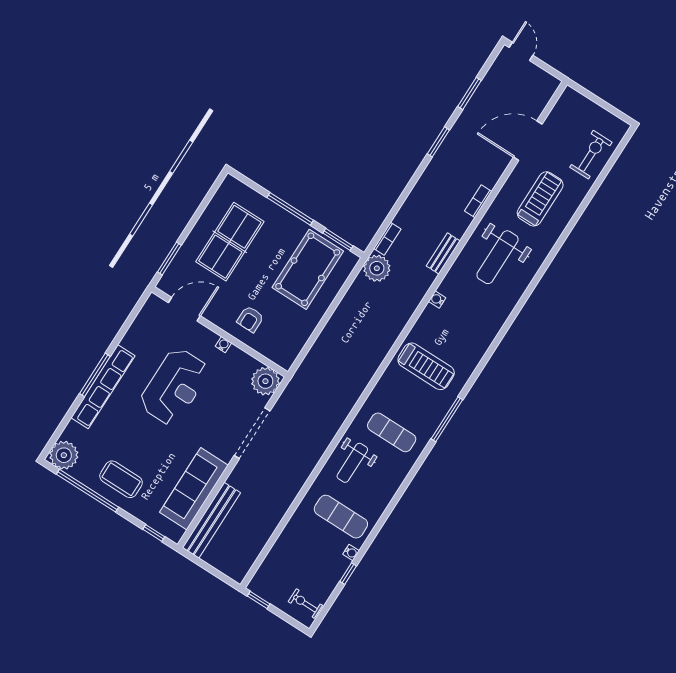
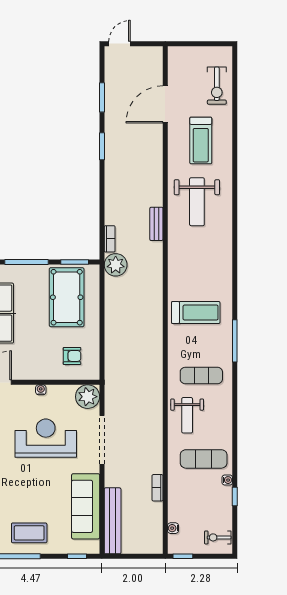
door: (521, 51) -> (120, 44), hinge flipped
exercise bike: (591, 155) -> (217, 86), turned 180
treadmill: (540, 199) -> (201, 141), turned 180
bookcase: (478, 201) -> (157, 488), moved
water cooler: (437, 299) -> (173, 528), moved
armchair: (250, 319) -> (72, 356), moved, turned -90
reception desk: (174, 387) -> (46, 438), moved, turned -90

